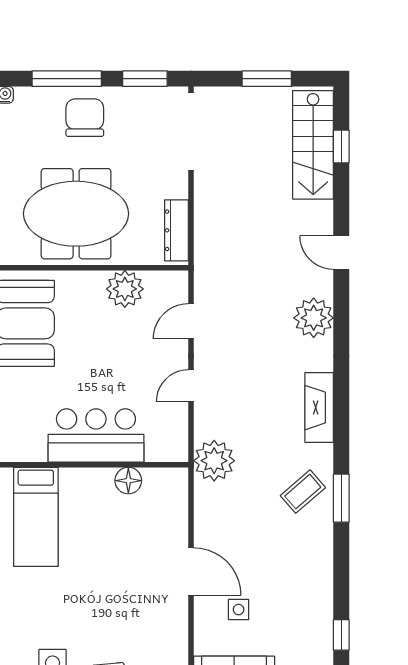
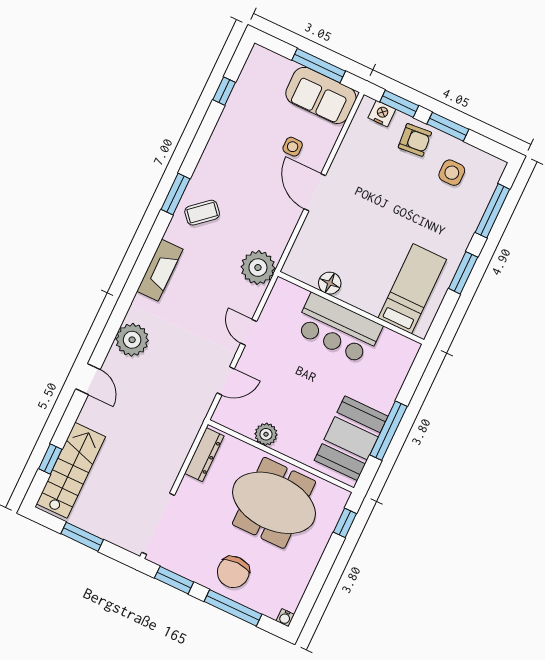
plant: (125, 289) -> (266, 434), width x0.73, depth x0.73
door: (191, 386) -> (249, 332), swing flipped

